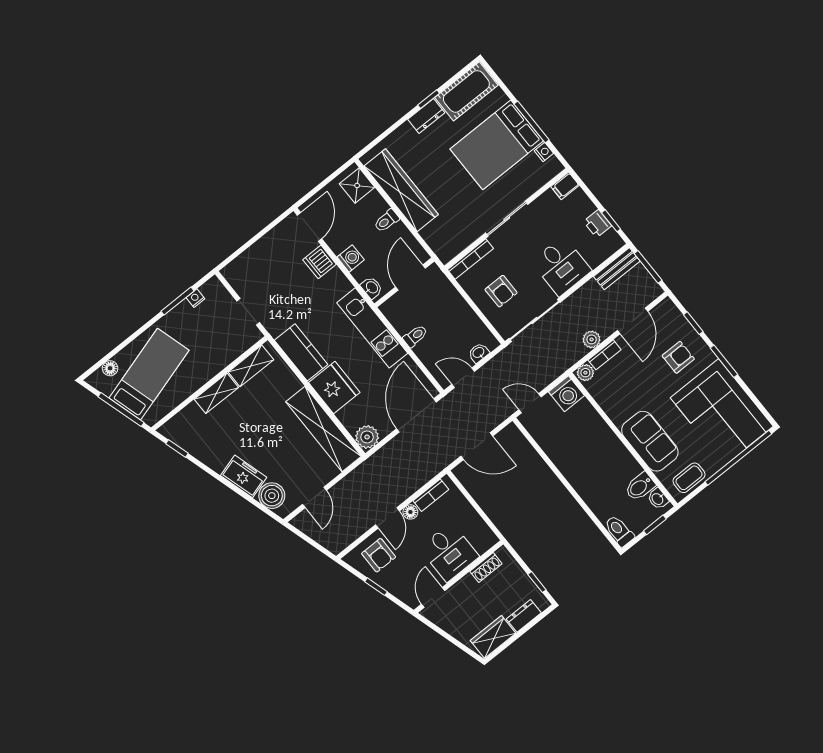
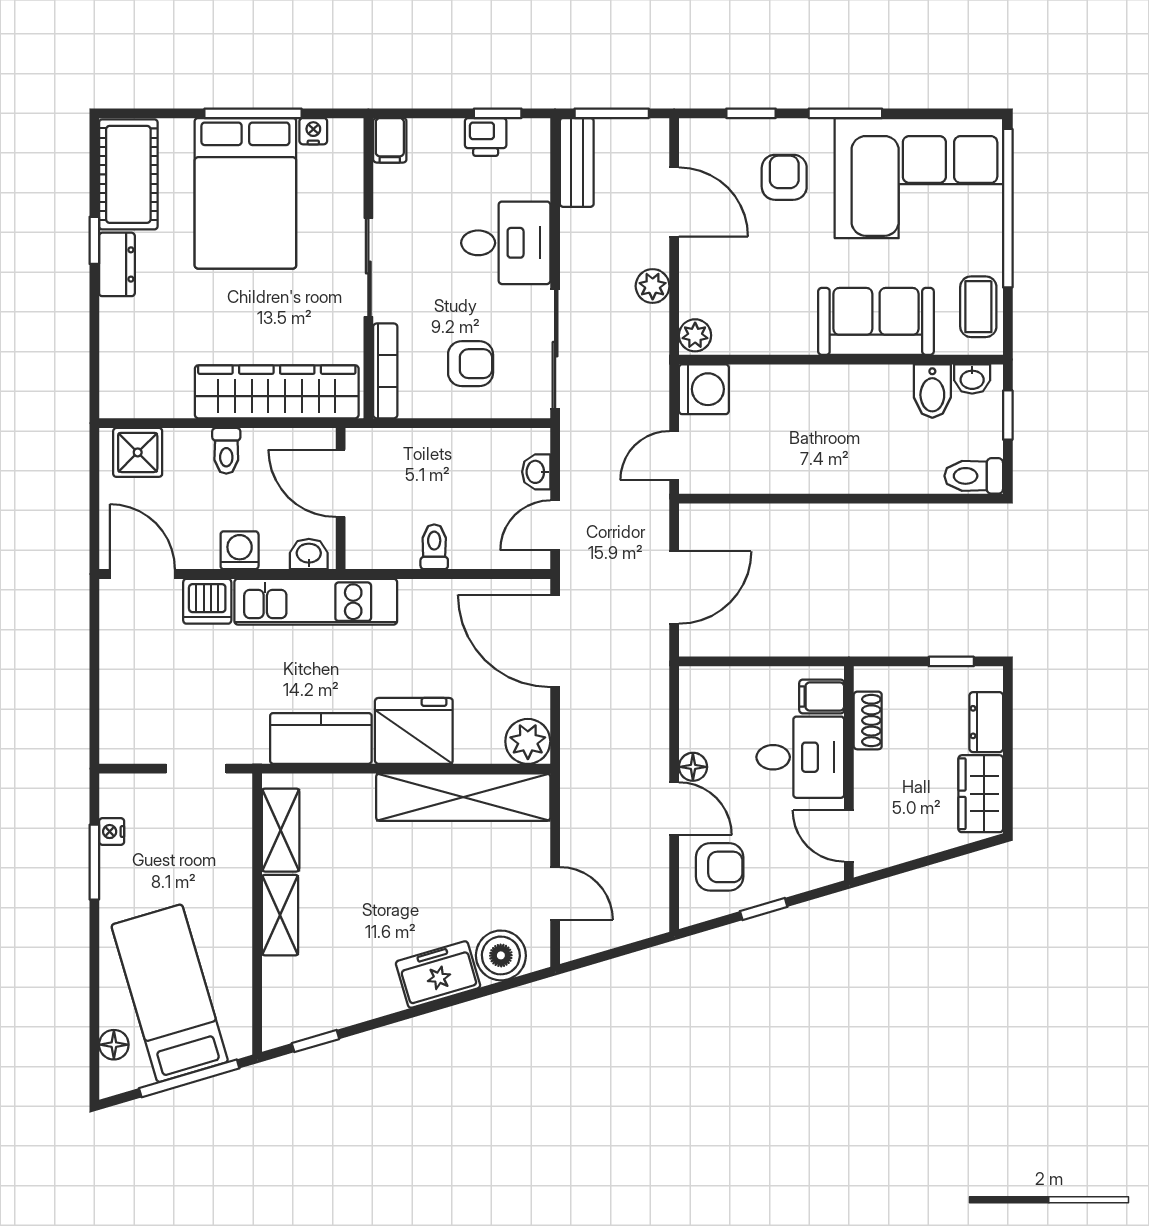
wardrobe: (401, 190) -> (277, 392), moved
kitchen unit: (372, 328) -> (316, 602), moved
bookcase: (605, 355) -> (691, 285), removed
bookcase: (431, 495) -> (692, 716), removed
filing cabinet: (481, 541) -> (822, 697), added

